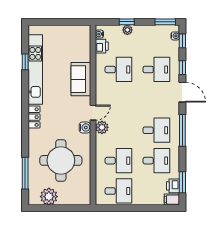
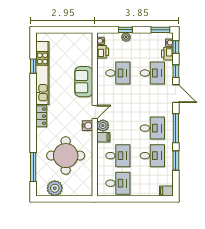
filing cabinet: (102, 140) -> (103, 137), added
window: (182, 182) -> (176, 160), moved
printer: (173, 186) -> (167, 54), moved

